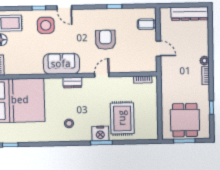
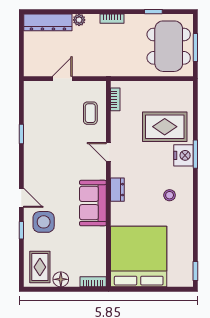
door: (64, 8) -> (21, 198), hinge flipped
dresser: (190, 14) -> (48, 22), moved, turned 90
coffee table: (146, 24) -> (90, 113), moved
armchair: (105, 40) -> (63, 146), removed
door: (158, 49) -> (62, 79), moved
plant: (204, 61) -> (79, 20), moved
dining table: (185, 120) -> (169, 46), width x1.37

